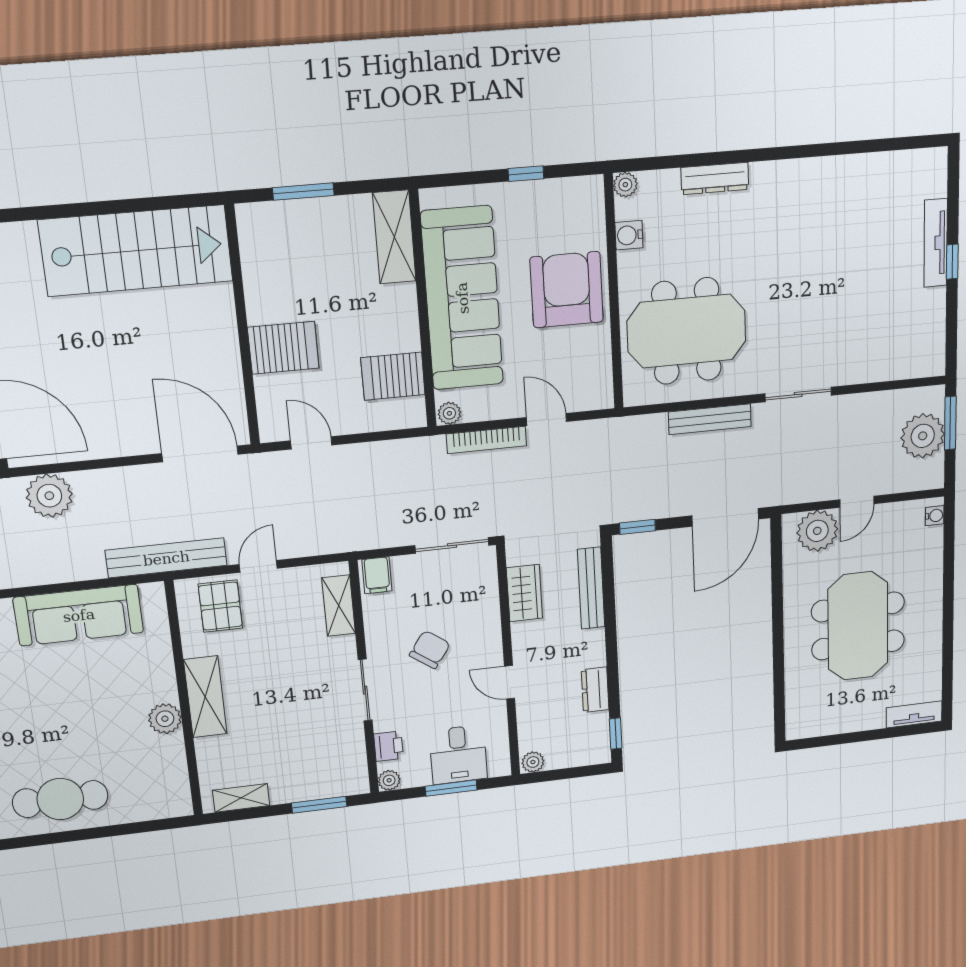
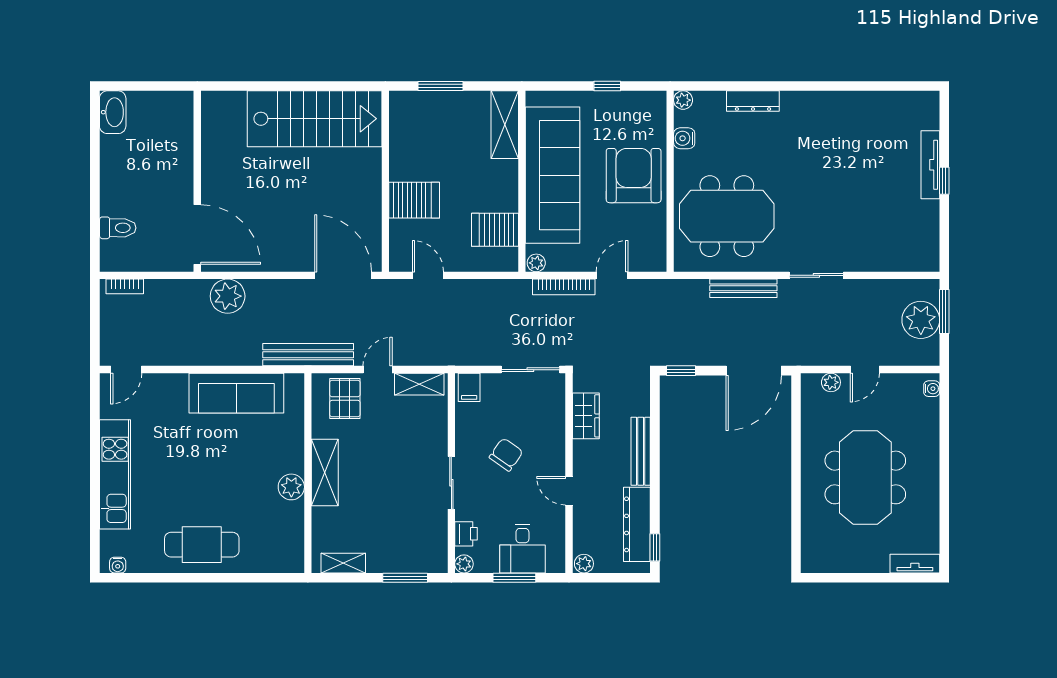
door: (546, 419) -> (612, 275), hinge flipped
plant: (817, 531) -> (831, 382), width x0.53, depth x0.53
bench: (591, 588) -> (641, 451), moved
shelving: (339, 606) -> (419, 384), moved, turned 90
dresser: (595, 690) -> (637, 524), width x1.96, depth x1.24

